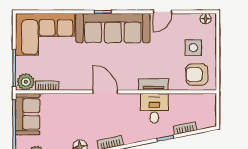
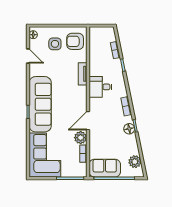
door: (163, 12) -> (28, 56), moved
armchair: (197, 75) -> (75, 41), turned 91
plant: (26, 82) -> (81, 138), moved
door: (105, 92) -> (88, 121), moved
desk: (154, 108) -> (100, 87), moved

